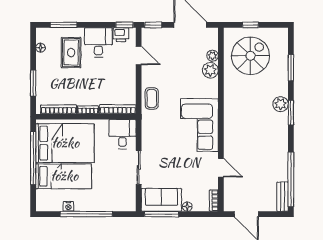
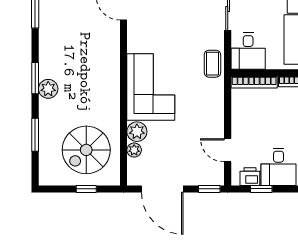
window: (124, 25) -> (261, 189), moved
coffee table: (152, 98) -> (212, 64), moved
corner sofa: (199, 125) -> (151, 87), moved

